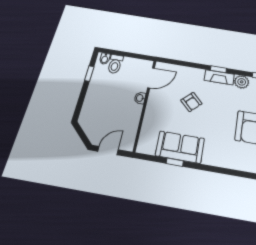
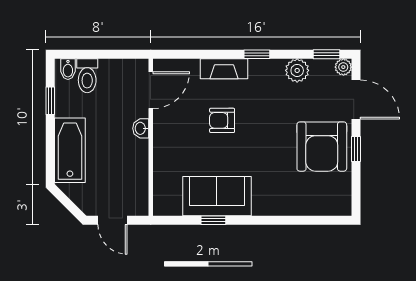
fireplace: (219, 77) -> (224, 69), moved
armchair: (191, 102) -> (222, 120), turned 135
bathtub: (93, 103) -> (70, 150), added
door: (108, 150) -> (113, 220), swing flipped

